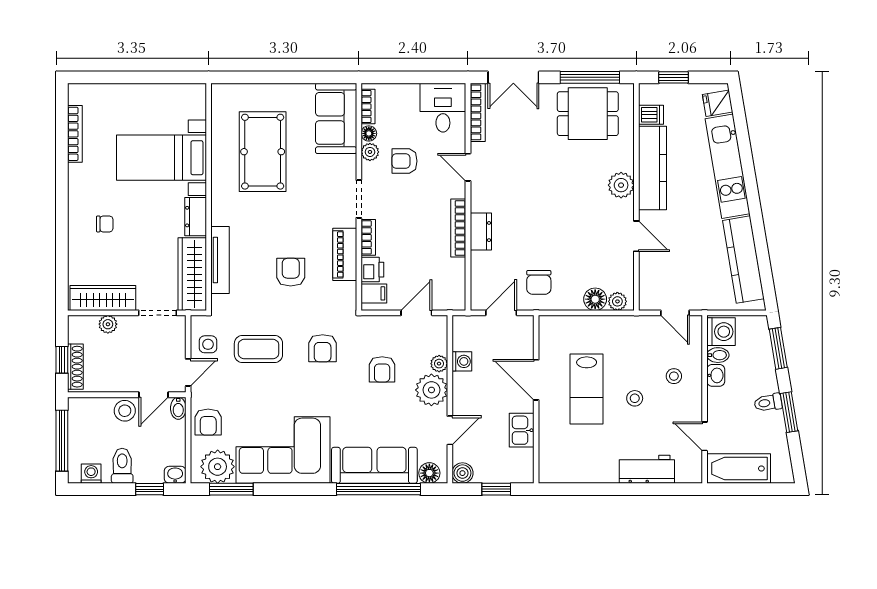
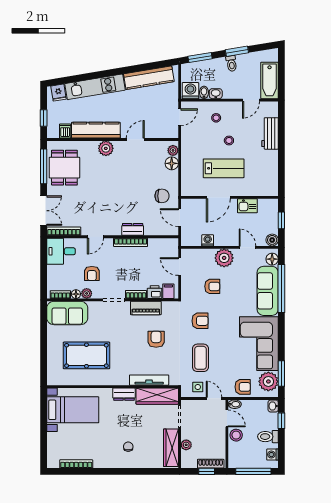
bed with nightstands: (162, 158) -> (73, 410), moved, turned -90
armchair: (291, 272) -> (156, 339), turned 90
plant: (439, 364) -> (209, 254), removed

